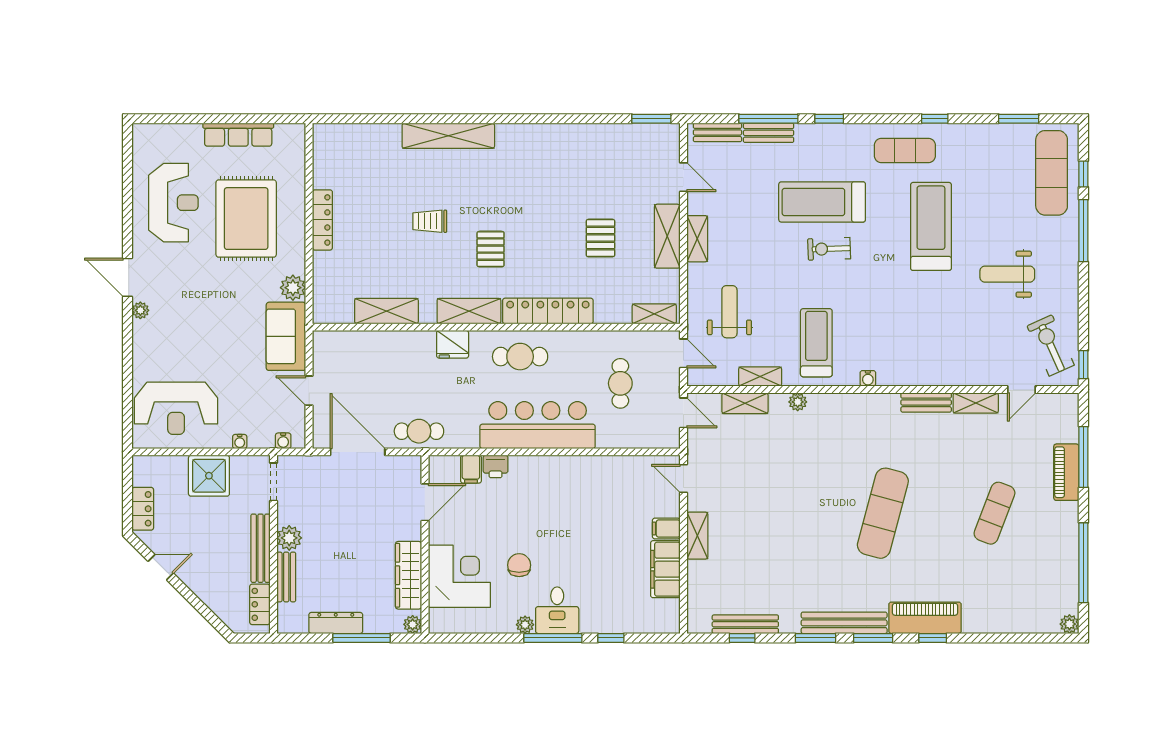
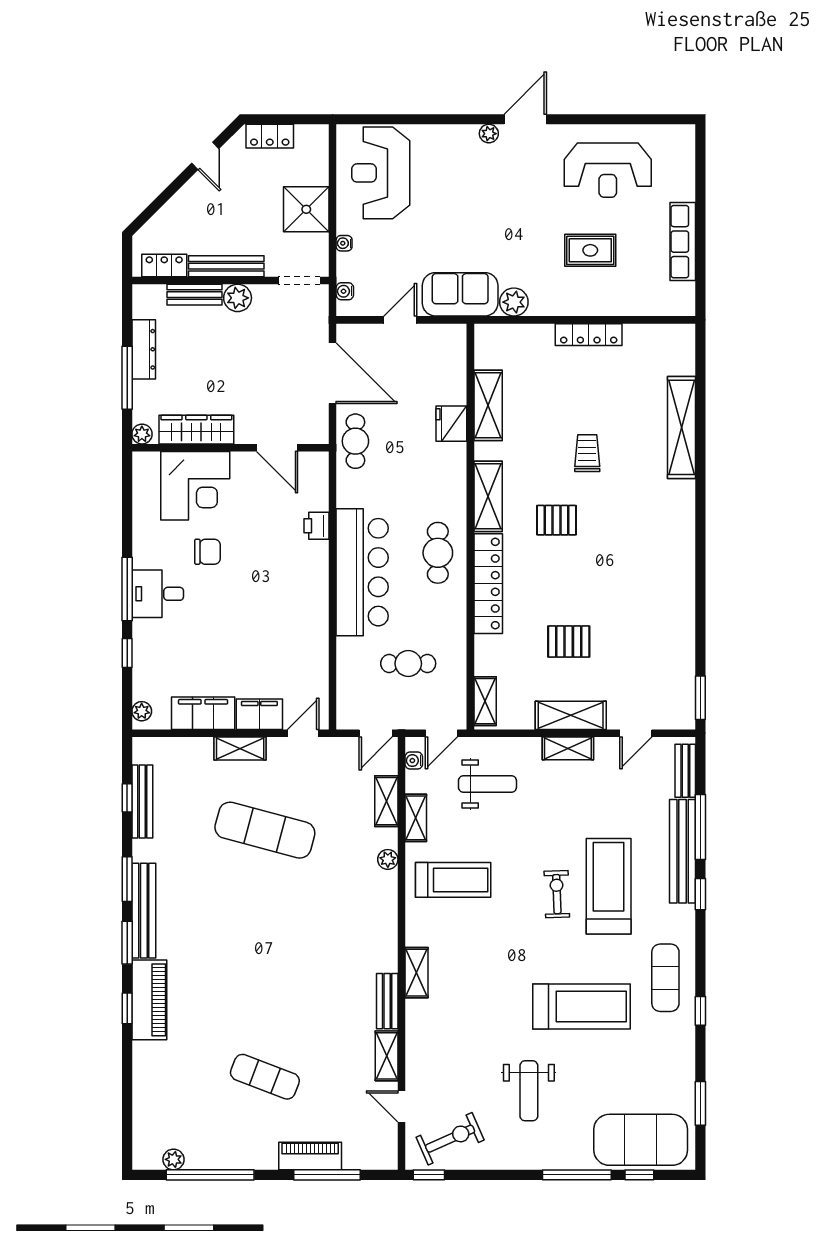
bench: (769, 133) -> (683, 851), width x1.86, depth x1.21
shelving: (448, 136) -> (682, 427), moved
exercise mat: (1052, 173) -> (641, 1140), width x1.47
rug: (246, 219) -> (590, 250), width x0.54, depth x0.49
weight bench: (1007, 274) -> (529, 1091), turned 180
fridge: (453, 344) -> (451, 424), moved
shelving: (900, 376) -> (416, 973), added
water cooler: (868, 378) -> (414, 761), moved
door: (358, 452) -> (333, 373), hinge flipped
filing cabinet: (471, 469) -> (313, 499), removed
exercise mat: (883, 513) -> (265, 830), moved
filing cabinet: (666, 529) -> (259, 714), width x2.00
plant: (1069, 624) -> (173, 1159), moved
plant: (525, 625) -> (142, 711), moved

